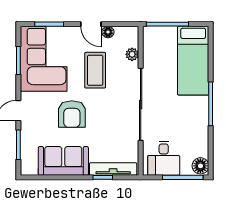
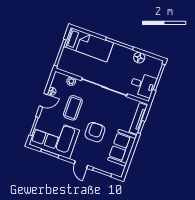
coffee table: (95, 70) -> (73, 108), turned 90
armchair: (72, 114) -> (95, 132), turned -90
floor lamp: (200, 166) -> (139, 58), moved

